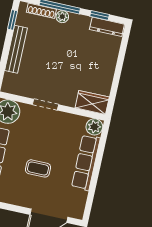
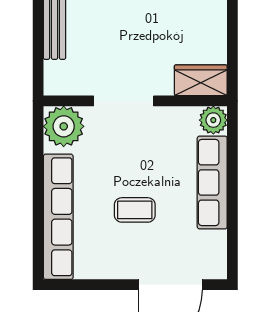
doorway: (45, 105) -> (124, 101), width x1.38

